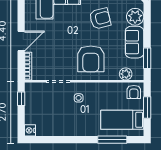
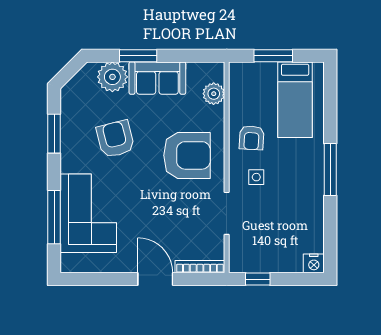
window: (147, 58) -> (138, 56), moved
armchair: (134, 92) -> (252, 138), moved, turned 93
window: (112, 140) -> (330, 170), moved

